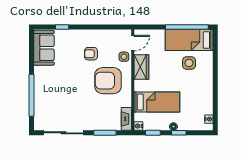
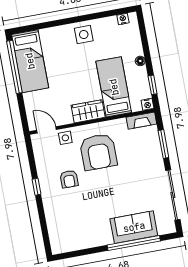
window: (62, 27) -> (36, 187), moved
sofa: (44, 48) -> (134, 227), moved
side table: (189, 63) -> (84, 35), moved
wardrobe: (141, 67) -> (88, 111), moved
window: (179, 133) -> (147, 53), removed

